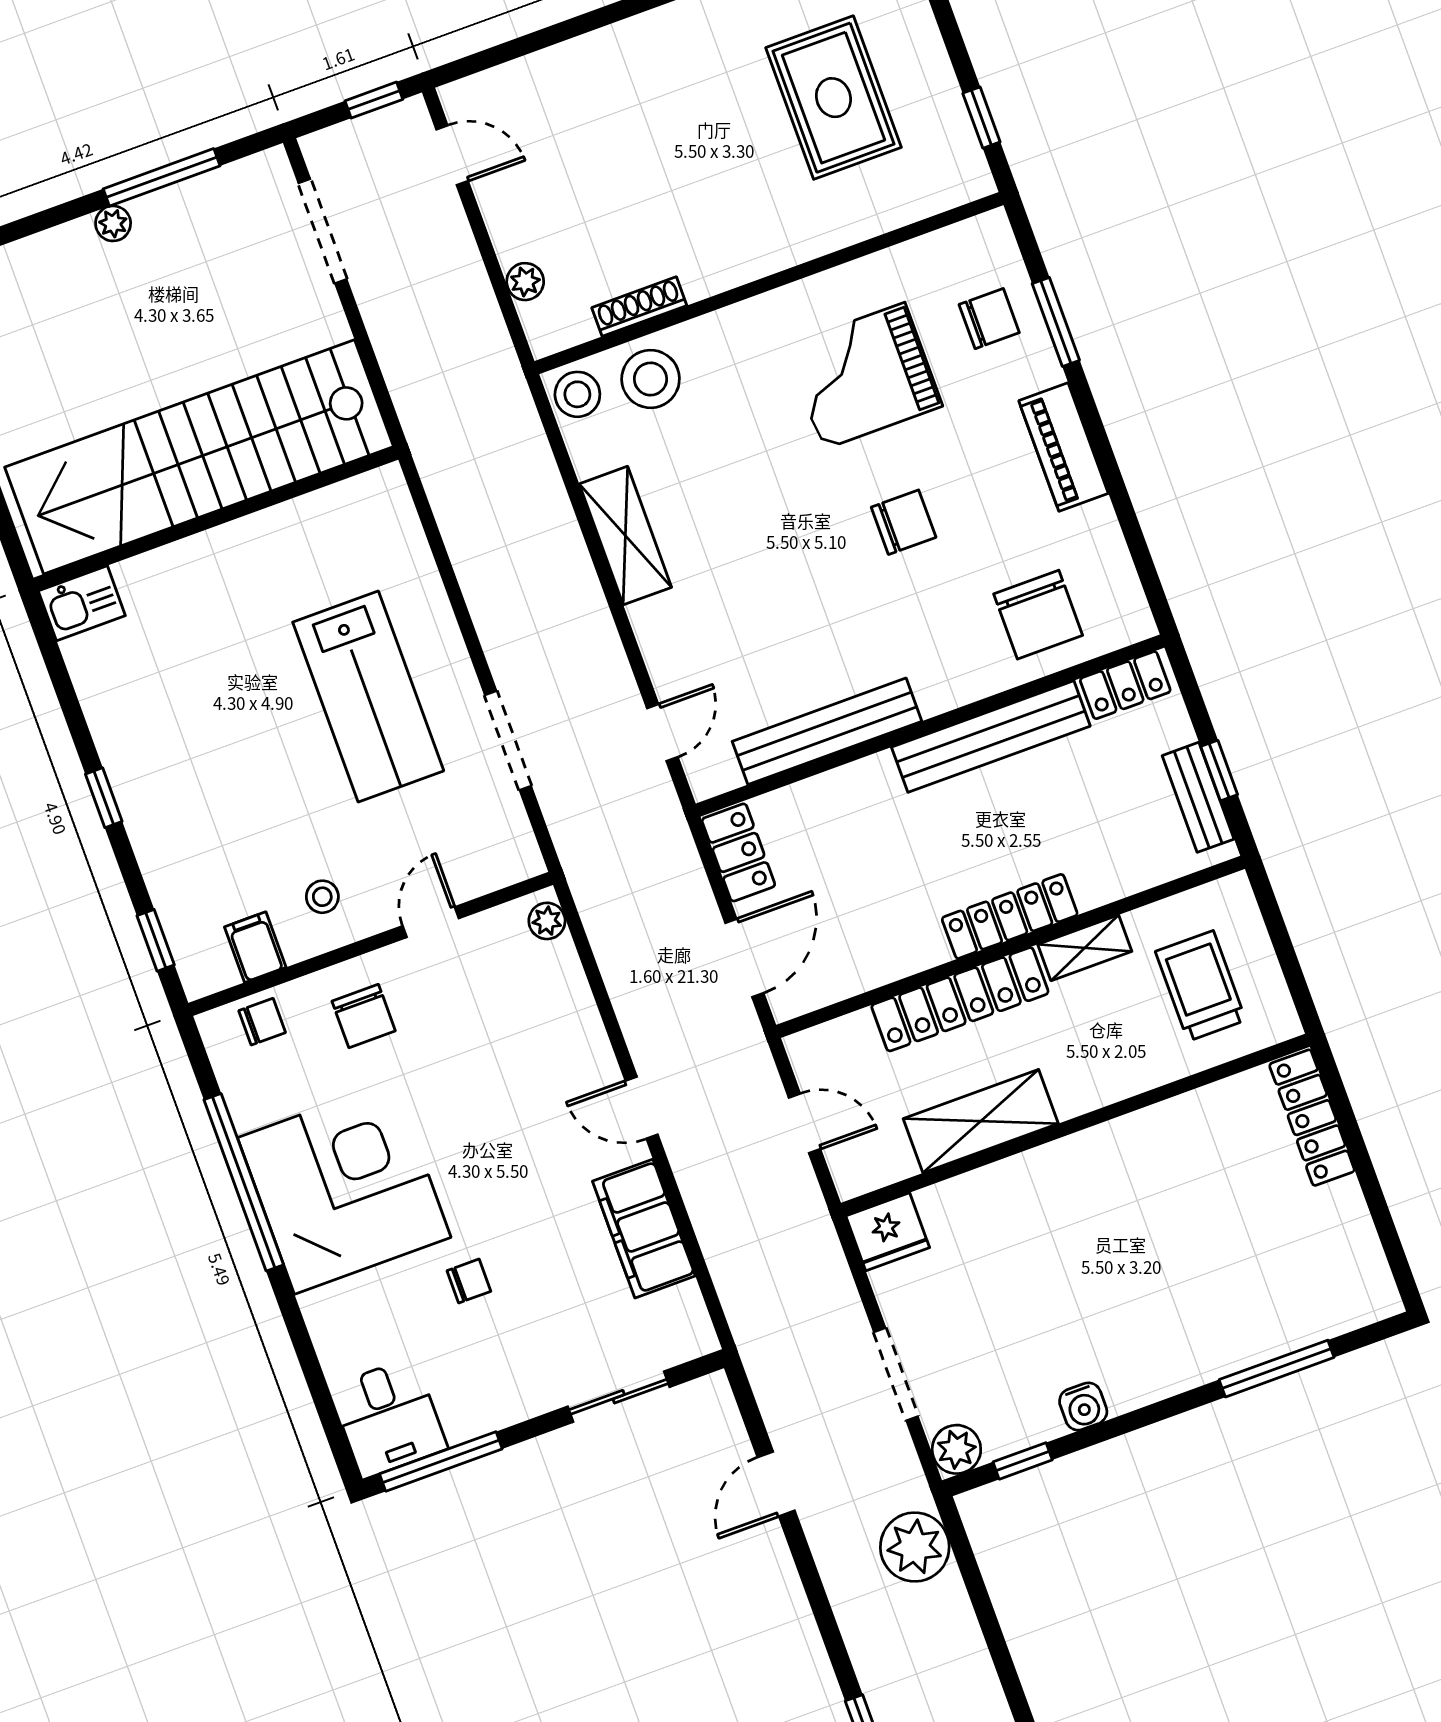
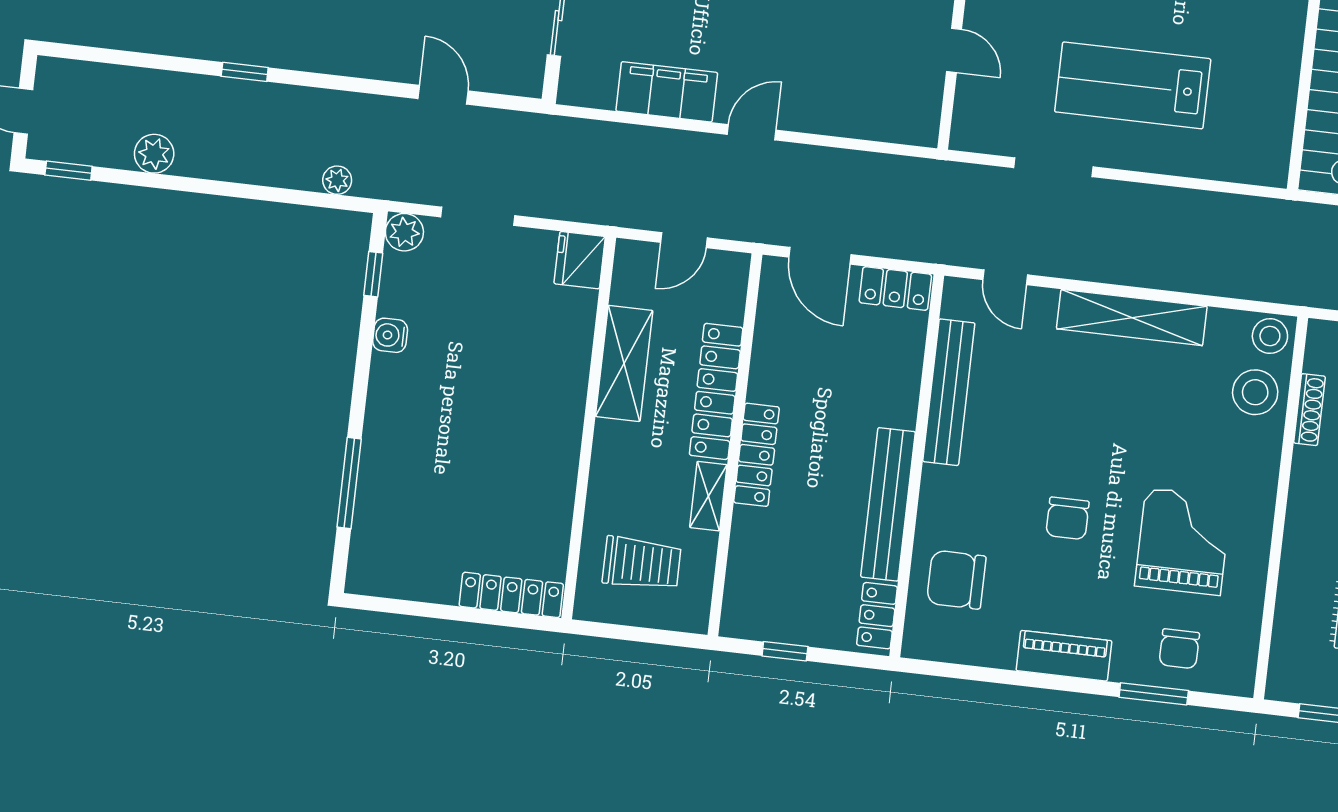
shelving: (625, 536) -> (1132, 318), width x1.47
bench: (1198, 797) -> (774, 627), removed
plant: (547, 921) -> (914, 132), removed
plant: (915, 1547) -> (337, 180), width x0.53, depth x0.53

